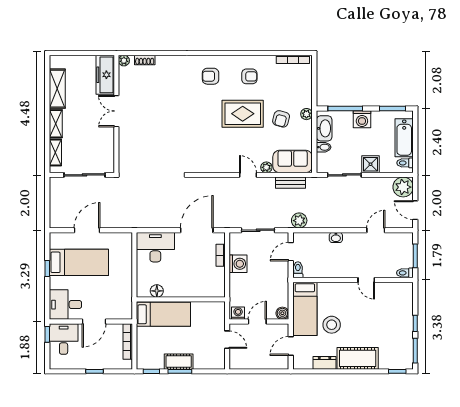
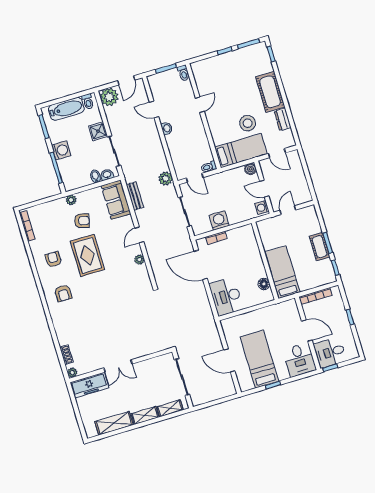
washbasin: (324, 128) -> (107, 175), moved, width x0.52, depth x0.69
plant: (266, 167) -> (139, 260), moved
washbasin: (336, 238) -> (167, 128), moved

